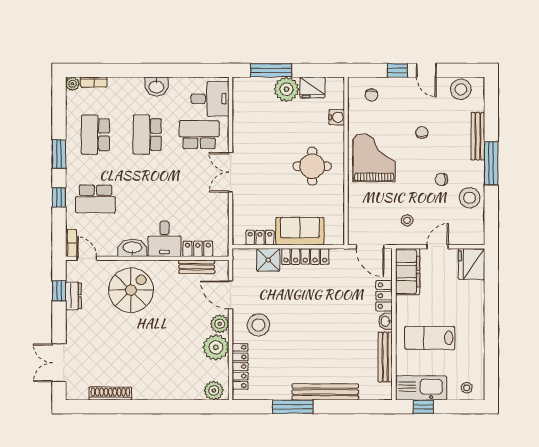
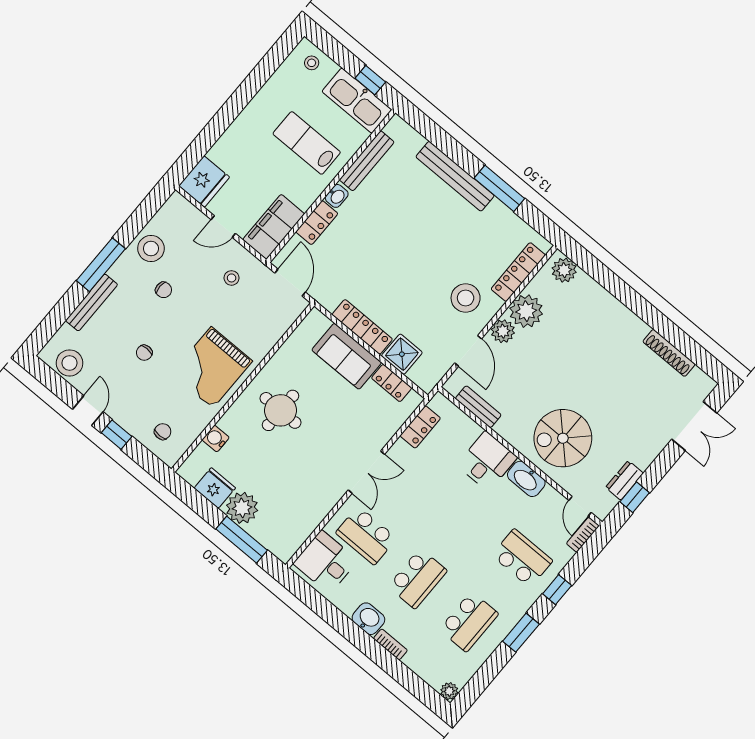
bookcase: (94, 82) -> (390, 644), moved
locker: (198, 249) -> (420, 427), moved, turned -90
lab bench: (430, 338) -> (307, 143), turned 180

